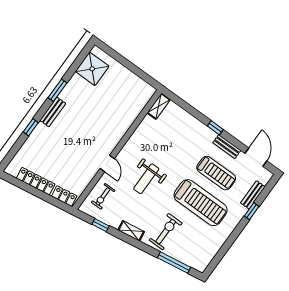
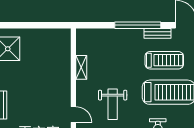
shelving: (159, 106) -> (81, 67), moved
window: (215, 128) -> (138, 25), width x3.17

